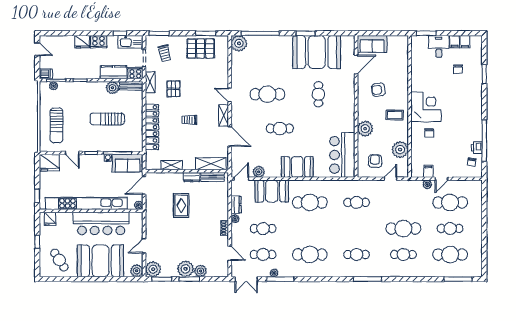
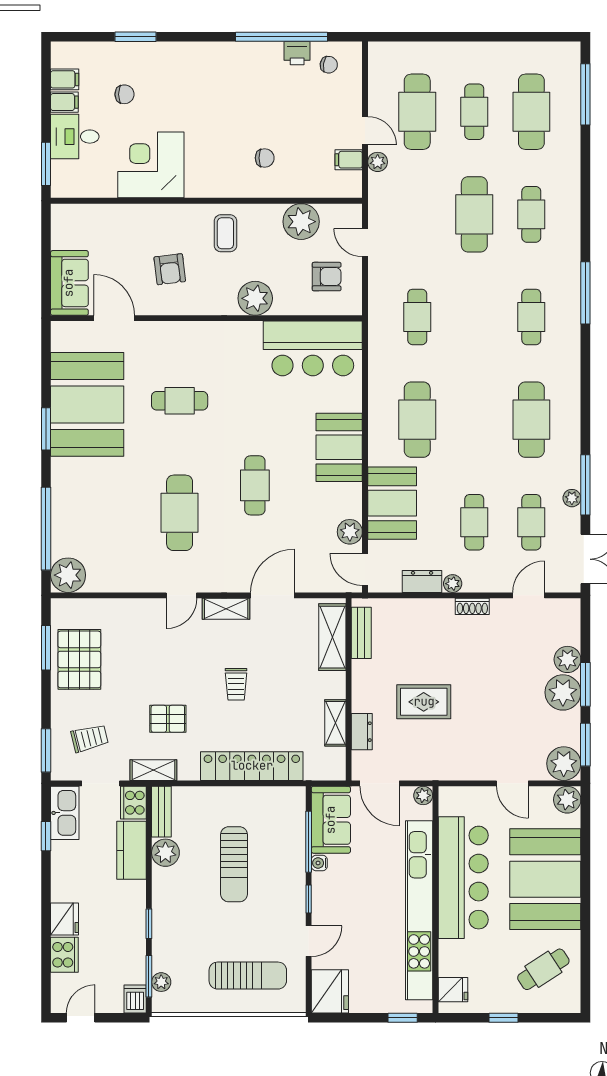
cooker: (98, 42) -> (64, 955), moved
corner desk: (426, 107) -> (151, 165), moved
armchair: (375, 161) -> (327, 277), turned 180
dresser: (192, 177) -> (362, 732), moved

